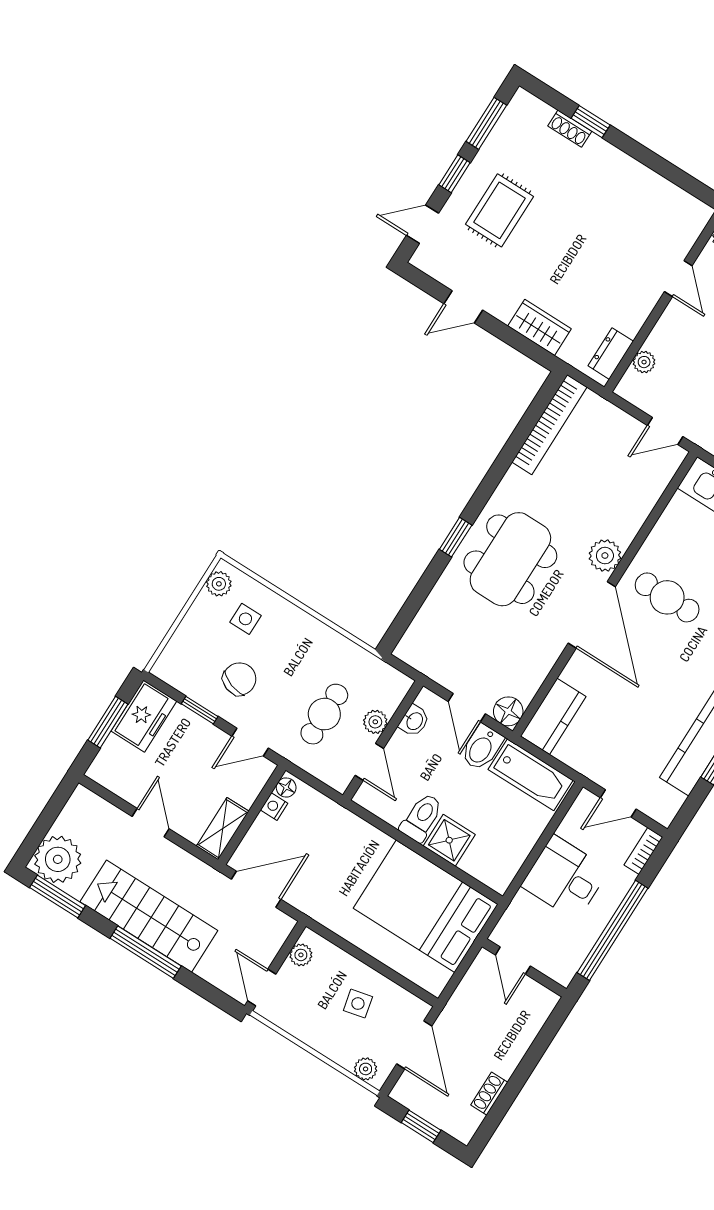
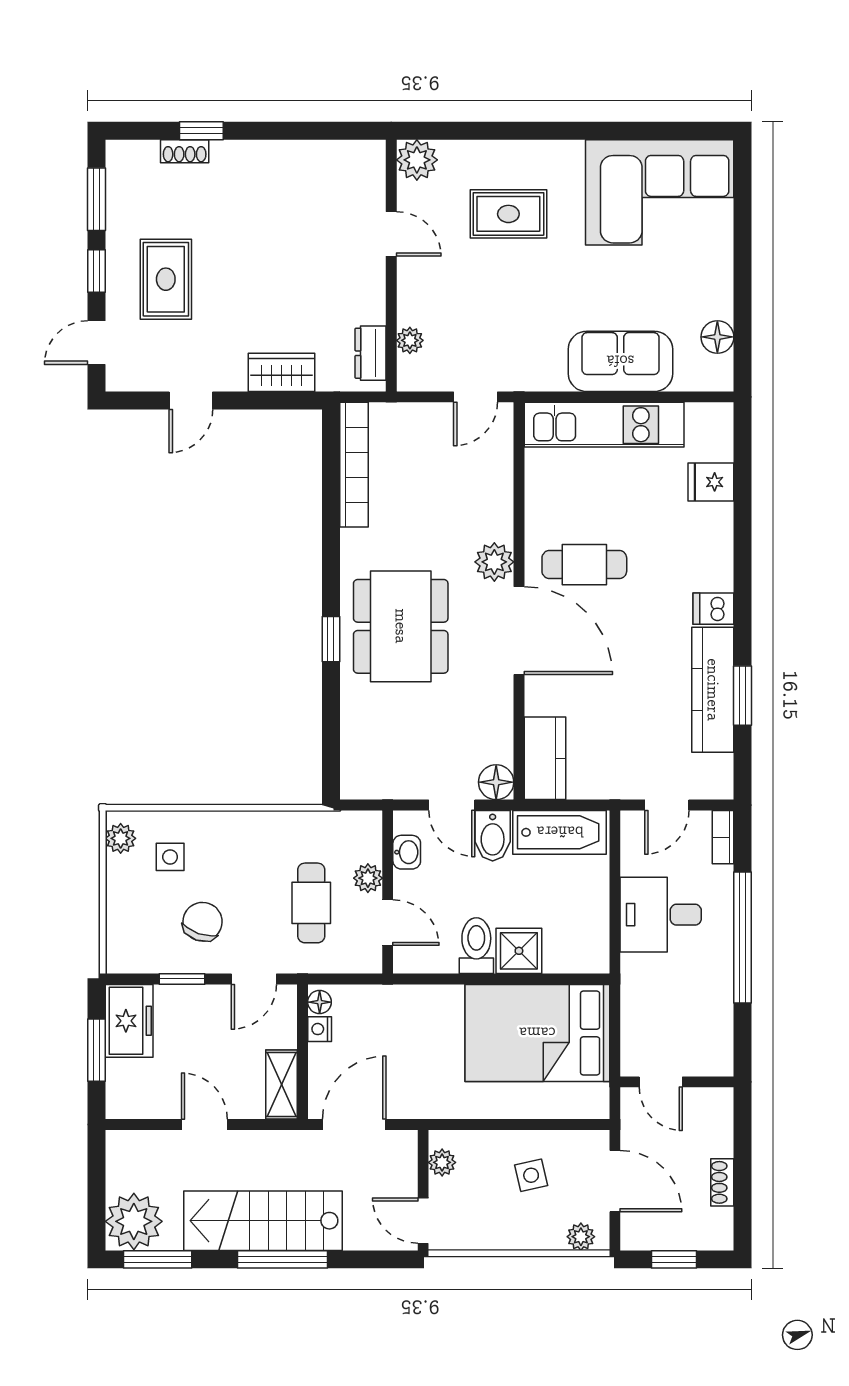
door: (513, 961) -> (661, 1082), moved
wall: (524, 968) -> (677, 1082), moved

